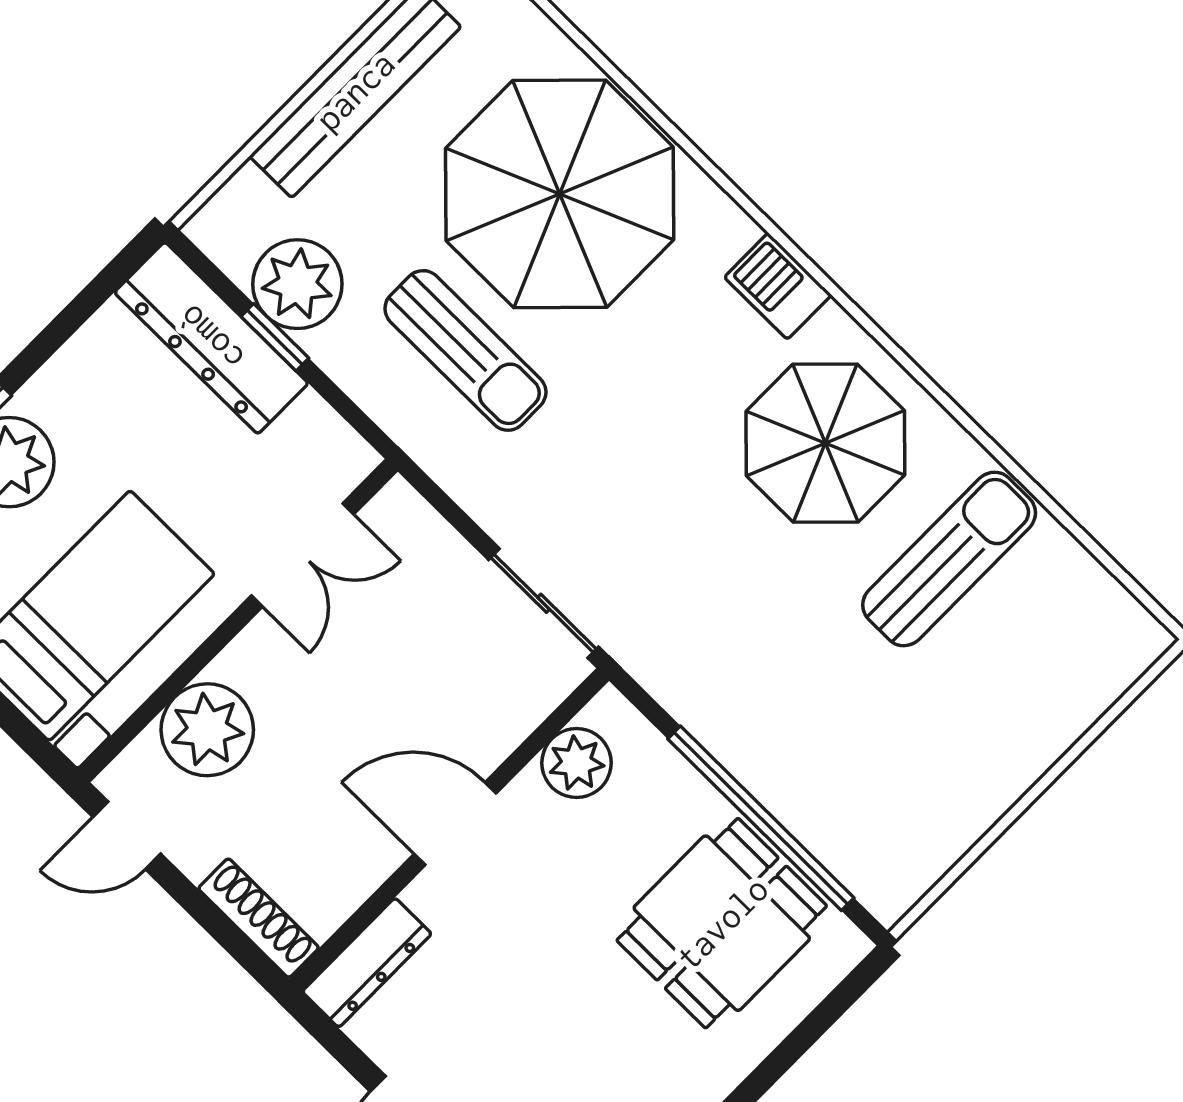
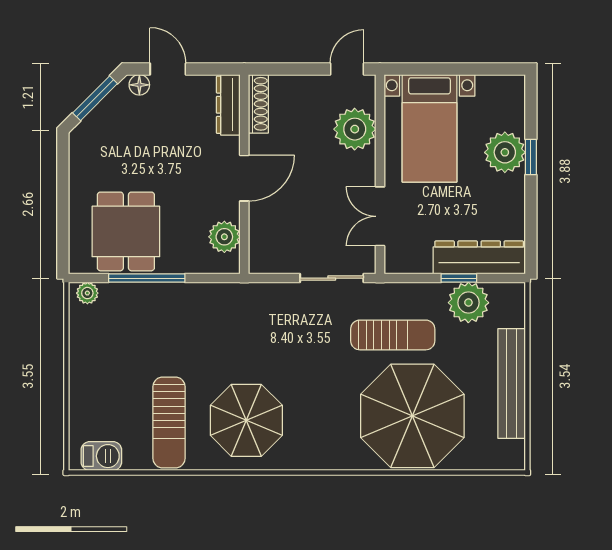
barbecue: (778, 286) -> (101, 456), moved
sun lounger: (465, 350) -> (393, 335), turned 180
sliding door: (544, 603) -> (332, 278), moved
window: (761, 818) -> (147, 278), width x0.68
plant: (877, 887) -> (87, 293), added
shoe rack: (259, 918) -> (258, 104), moved, turned -90

